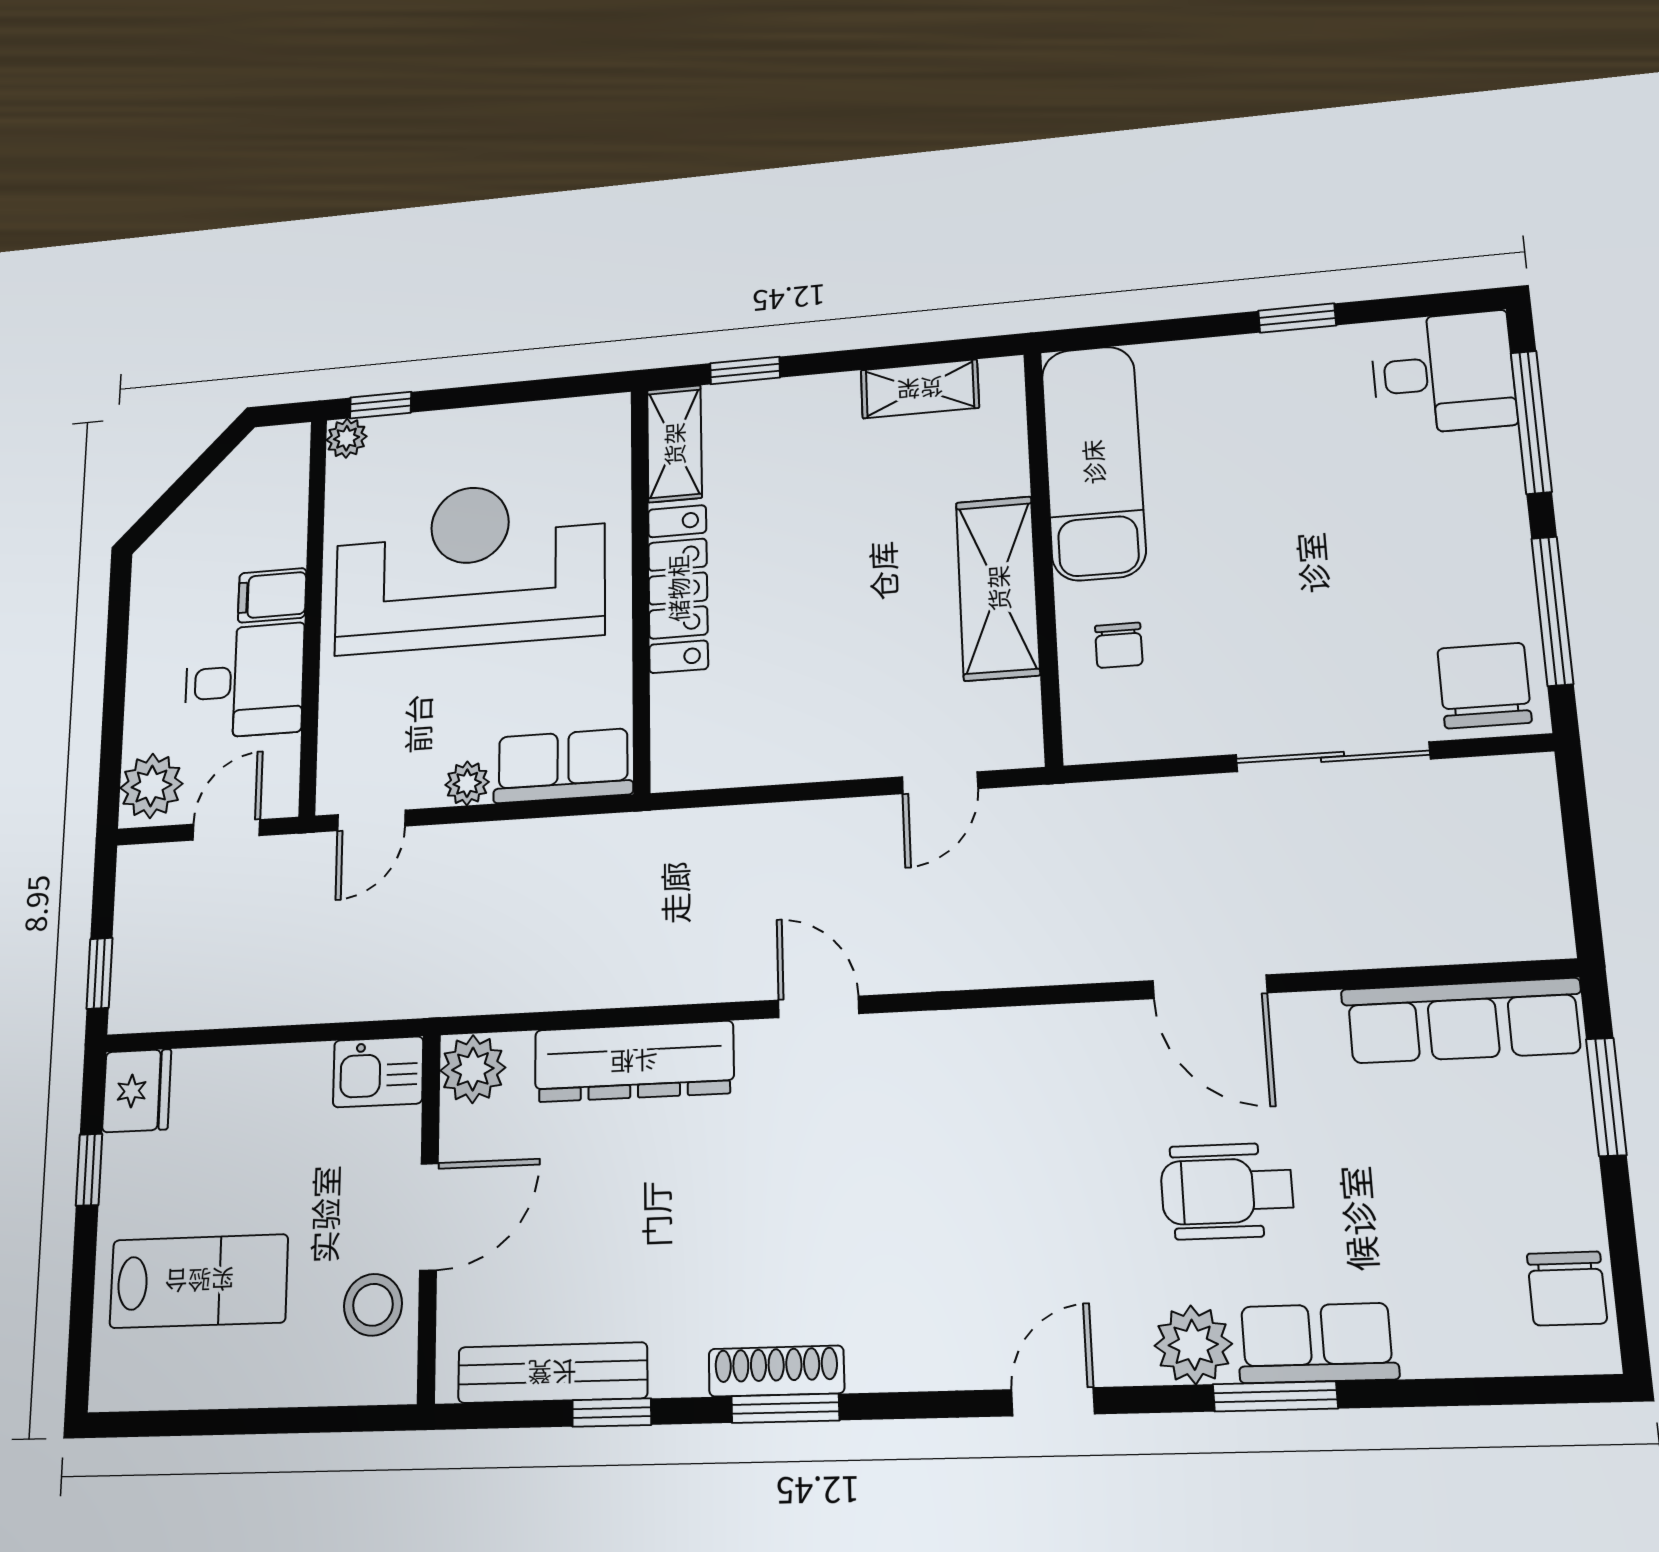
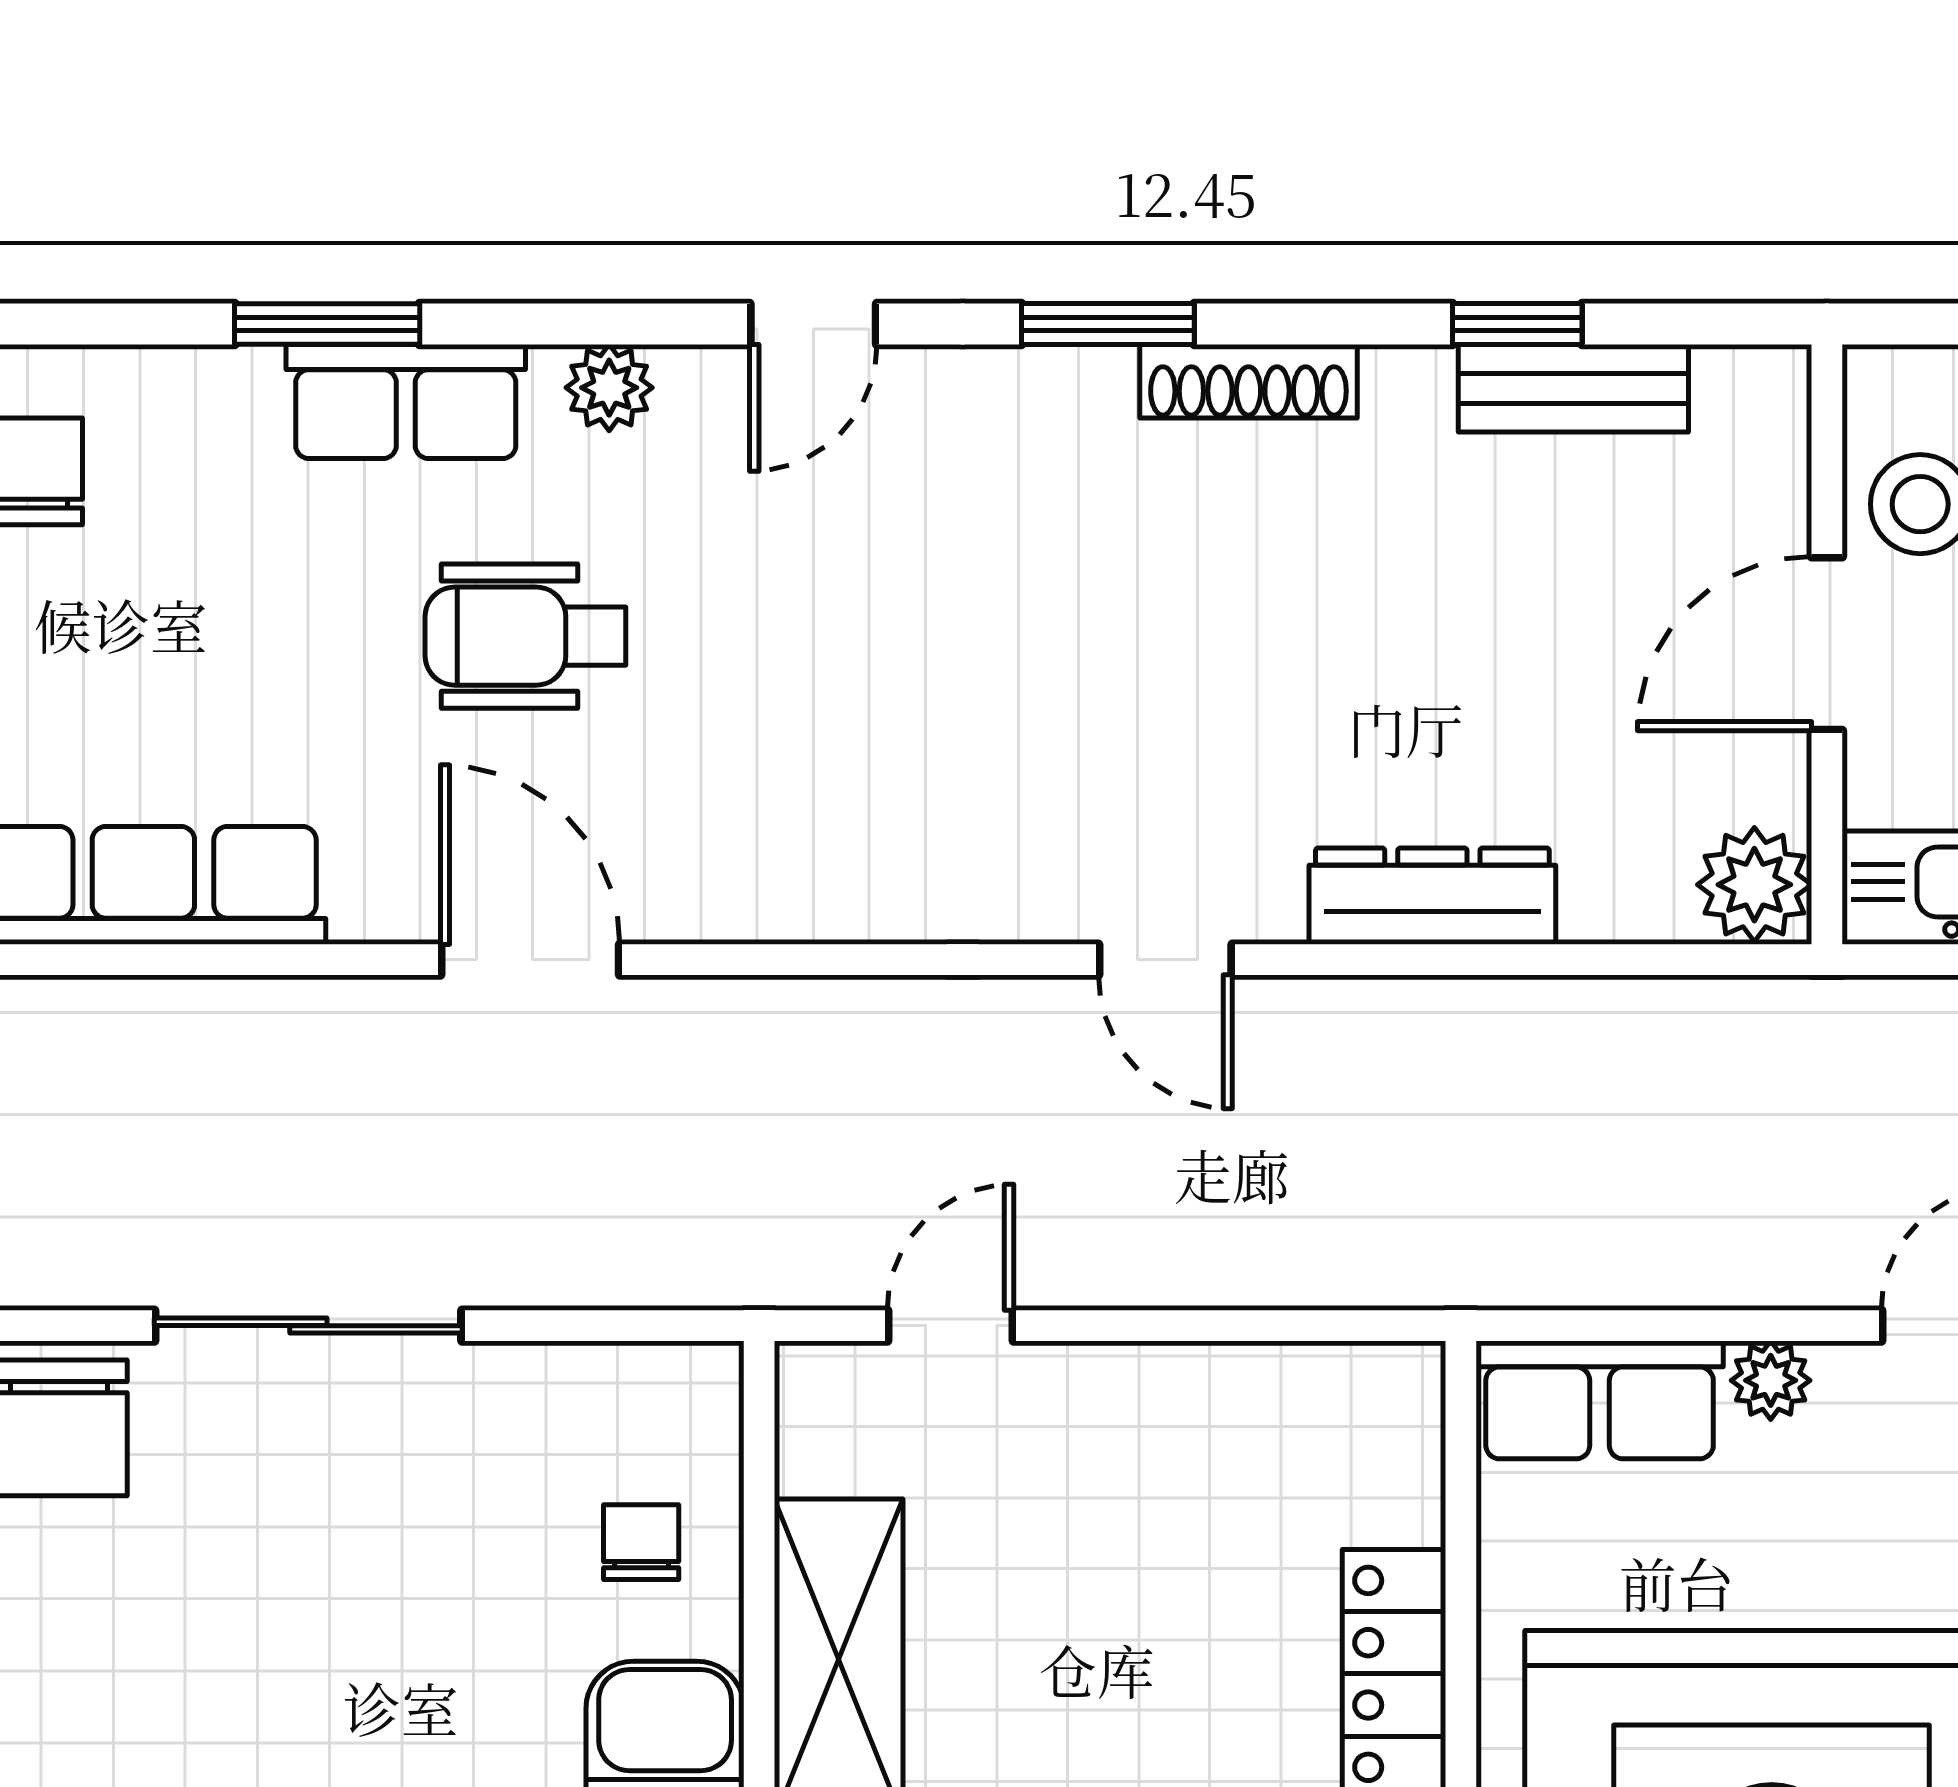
dresser: (634, 1062) -> (1432, 896), width x0.73, depth x0.80
wheelchair: (1227, 1191) -> (526, 636), turned 180
plant: (1193, 1345) -> (609, 388), width x0.73, depth x0.73
bench: (552, 1373) -> (1573, 388), width x0.73
window: (1275, 1396) -> (327, 324), moved
window: (785, 1408) -> (1108, 324), moved

